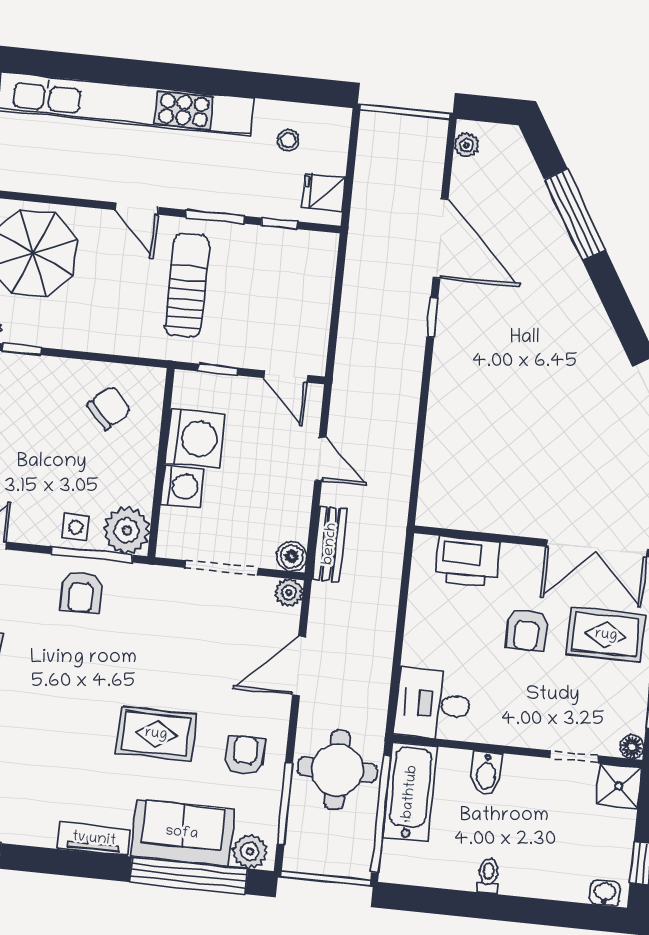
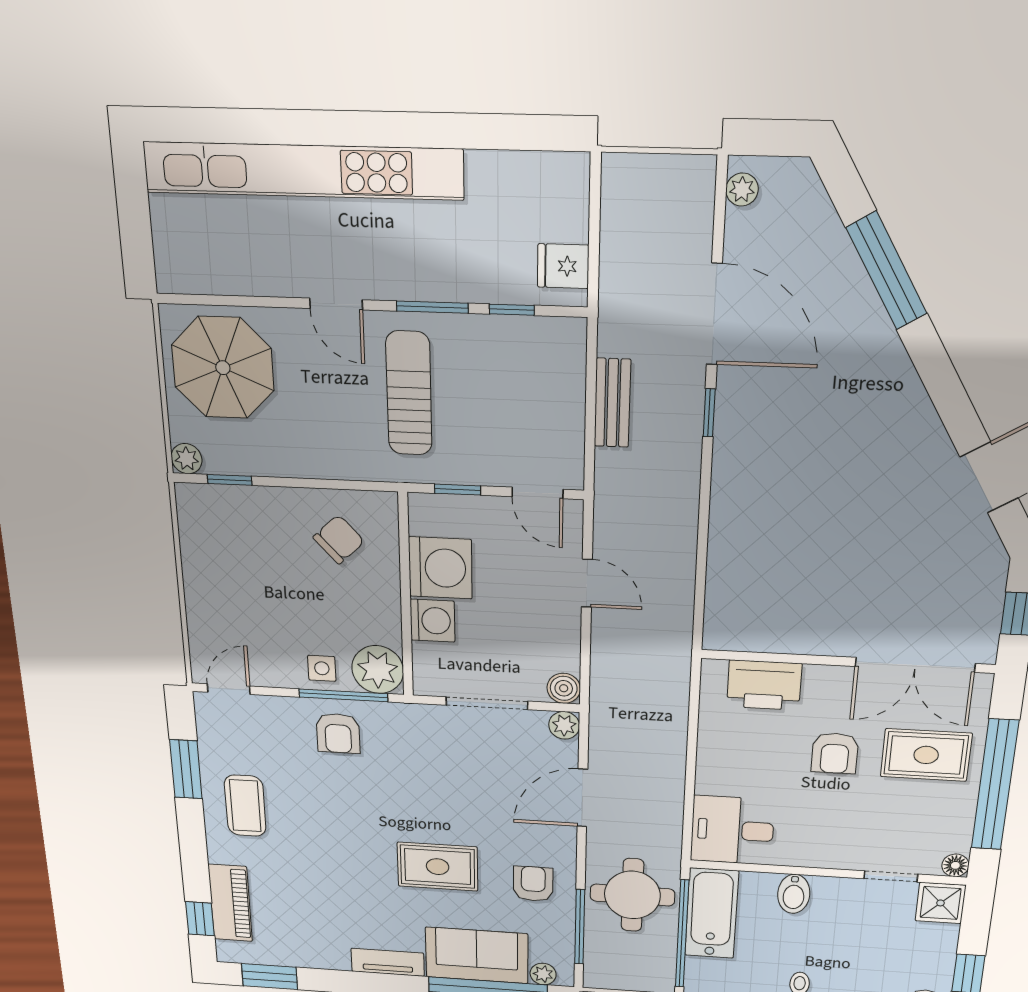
stool: (288, 140) -> (512, 202), removed
bench: (330, 544) -> (612, 403), moved
plant: (250, 851) -> (543, 974), width x0.73, depth x0.73

